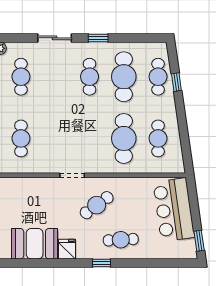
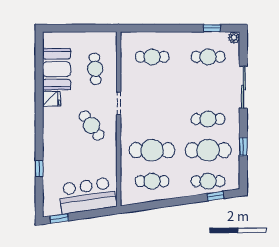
sliding door: (55, 38) -> (243, 87), width x1.37
window: (98, 38) -> (243, 147), moved
window: (176, 82) -> (215, 196), moved
cafe table: (121, 240) -> (95, 69), moved
window: (102, 263) -> (39, 168), moved

